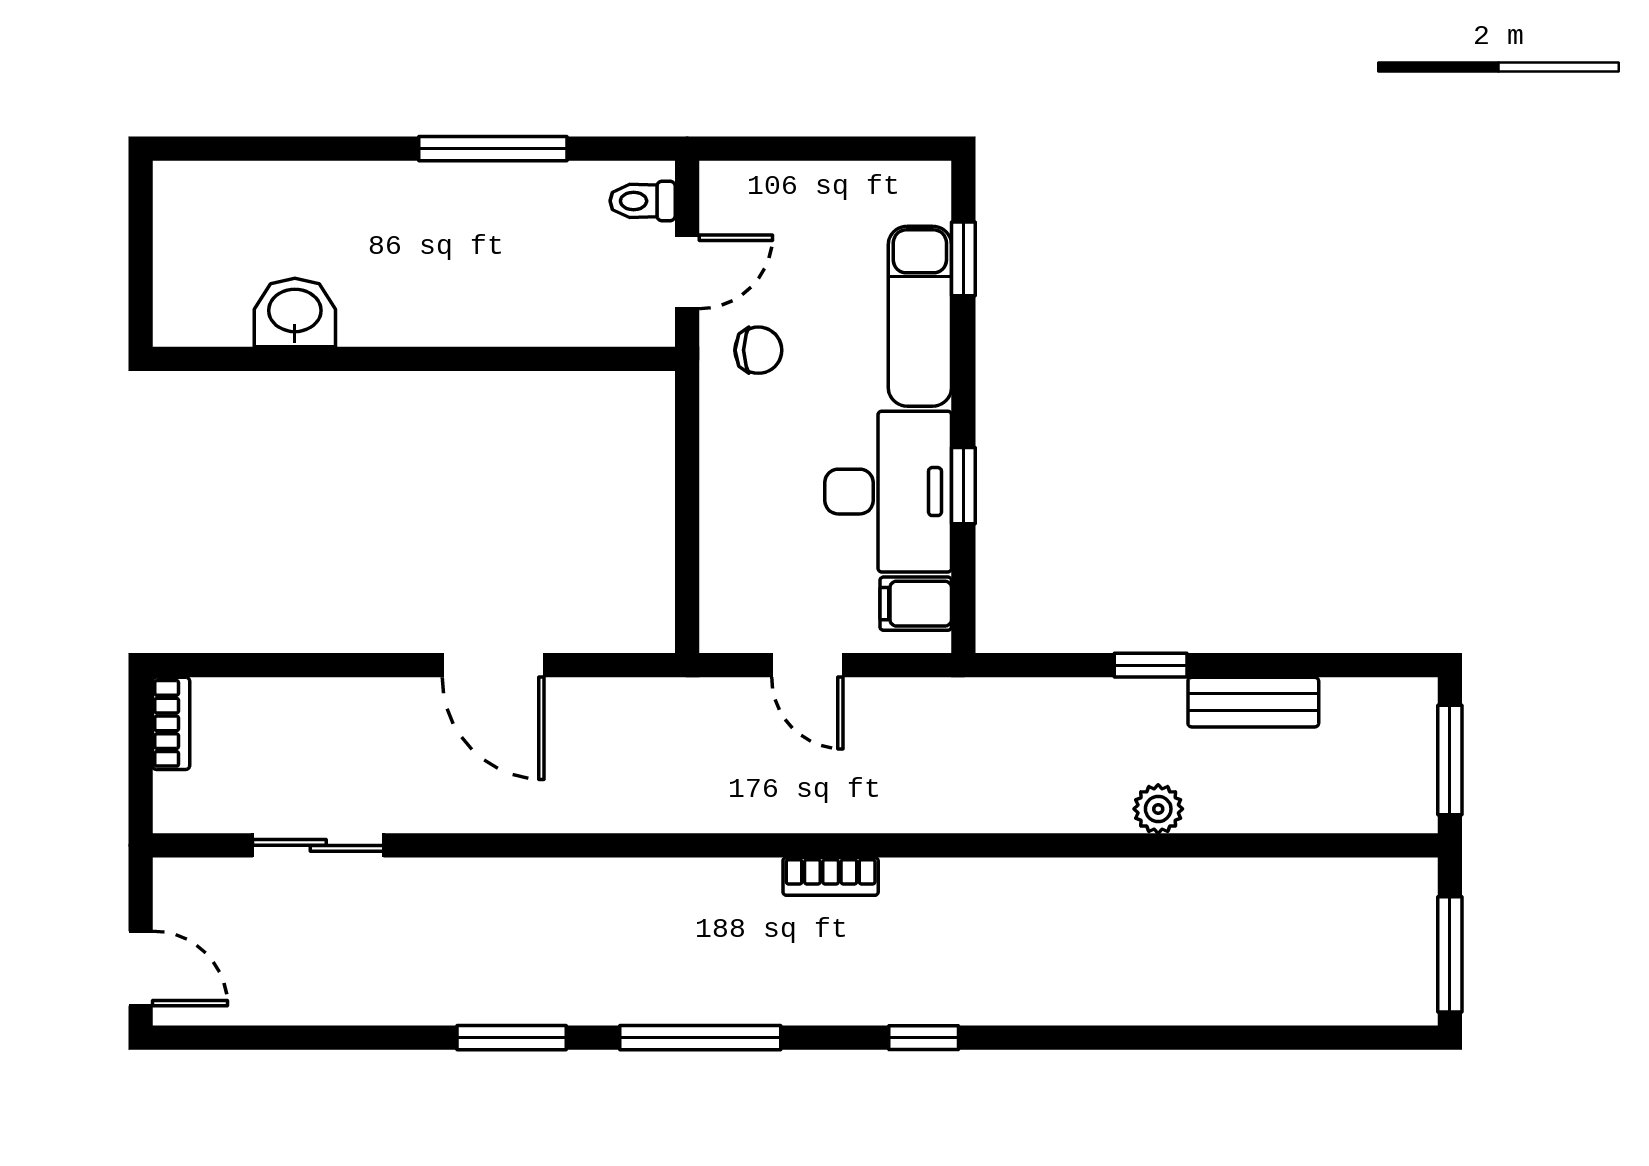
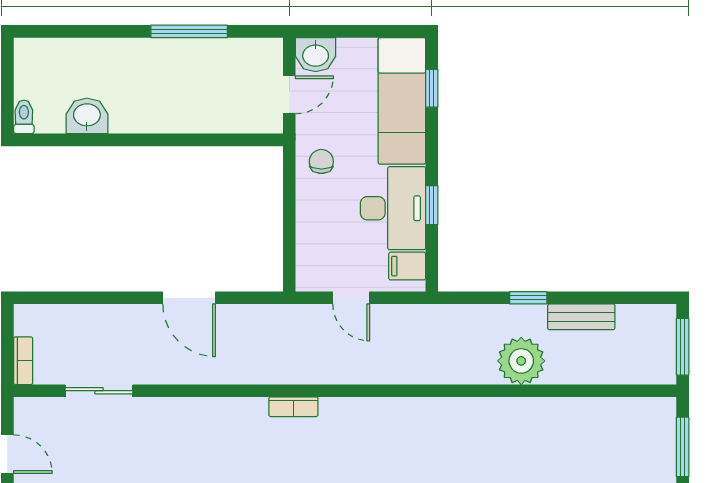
washbasin: (738, 194) -> (316, 55), added
toilet: (643, 201) -> (24, 117), moved, turned 90
exam couch: (920, 316) -> (402, 101), width x1.36, depth x1.45
chair: (758, 350) -> (321, 161), moved, turned -90
bookcase: (171, 723) -> (23, 361), moved
plant: (1158, 809) -> (521, 361), width x1.87, depth x1.87
bookcase: (831, 876) -> (293, 407), moved

